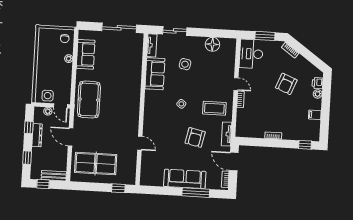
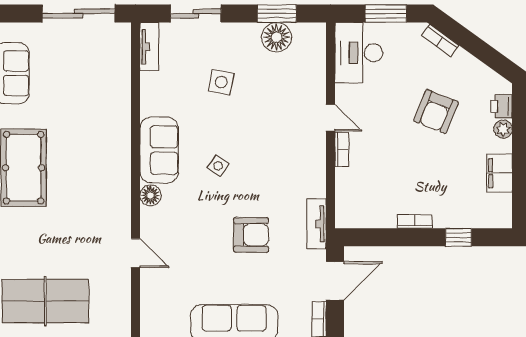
window: (213, 33) -> (277, 14), added
sofa: (155, 74) -> (159, 150), moved
coffee table: (214, 108) -> (288, 171), removed
filing cabinet: (315, 115) -> (500, 173), width x2.00
floor lamp: (148, 116) -> (150, 195), added
armchair: (195, 137) -> (251, 235), turned -102
window: (305, 145) -> (459, 237), moved
door: (234, 162) -> (335, 281), swing flipped

